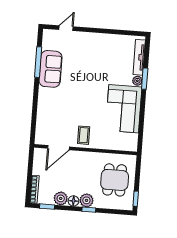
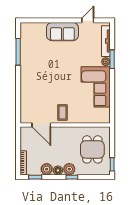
door: (66, 28) -> (88, 20), moved
sofa: (50, 69) -> (62, 32), moved, turned 90
door: (58, 148) -> (41, 125), hinge flipped

